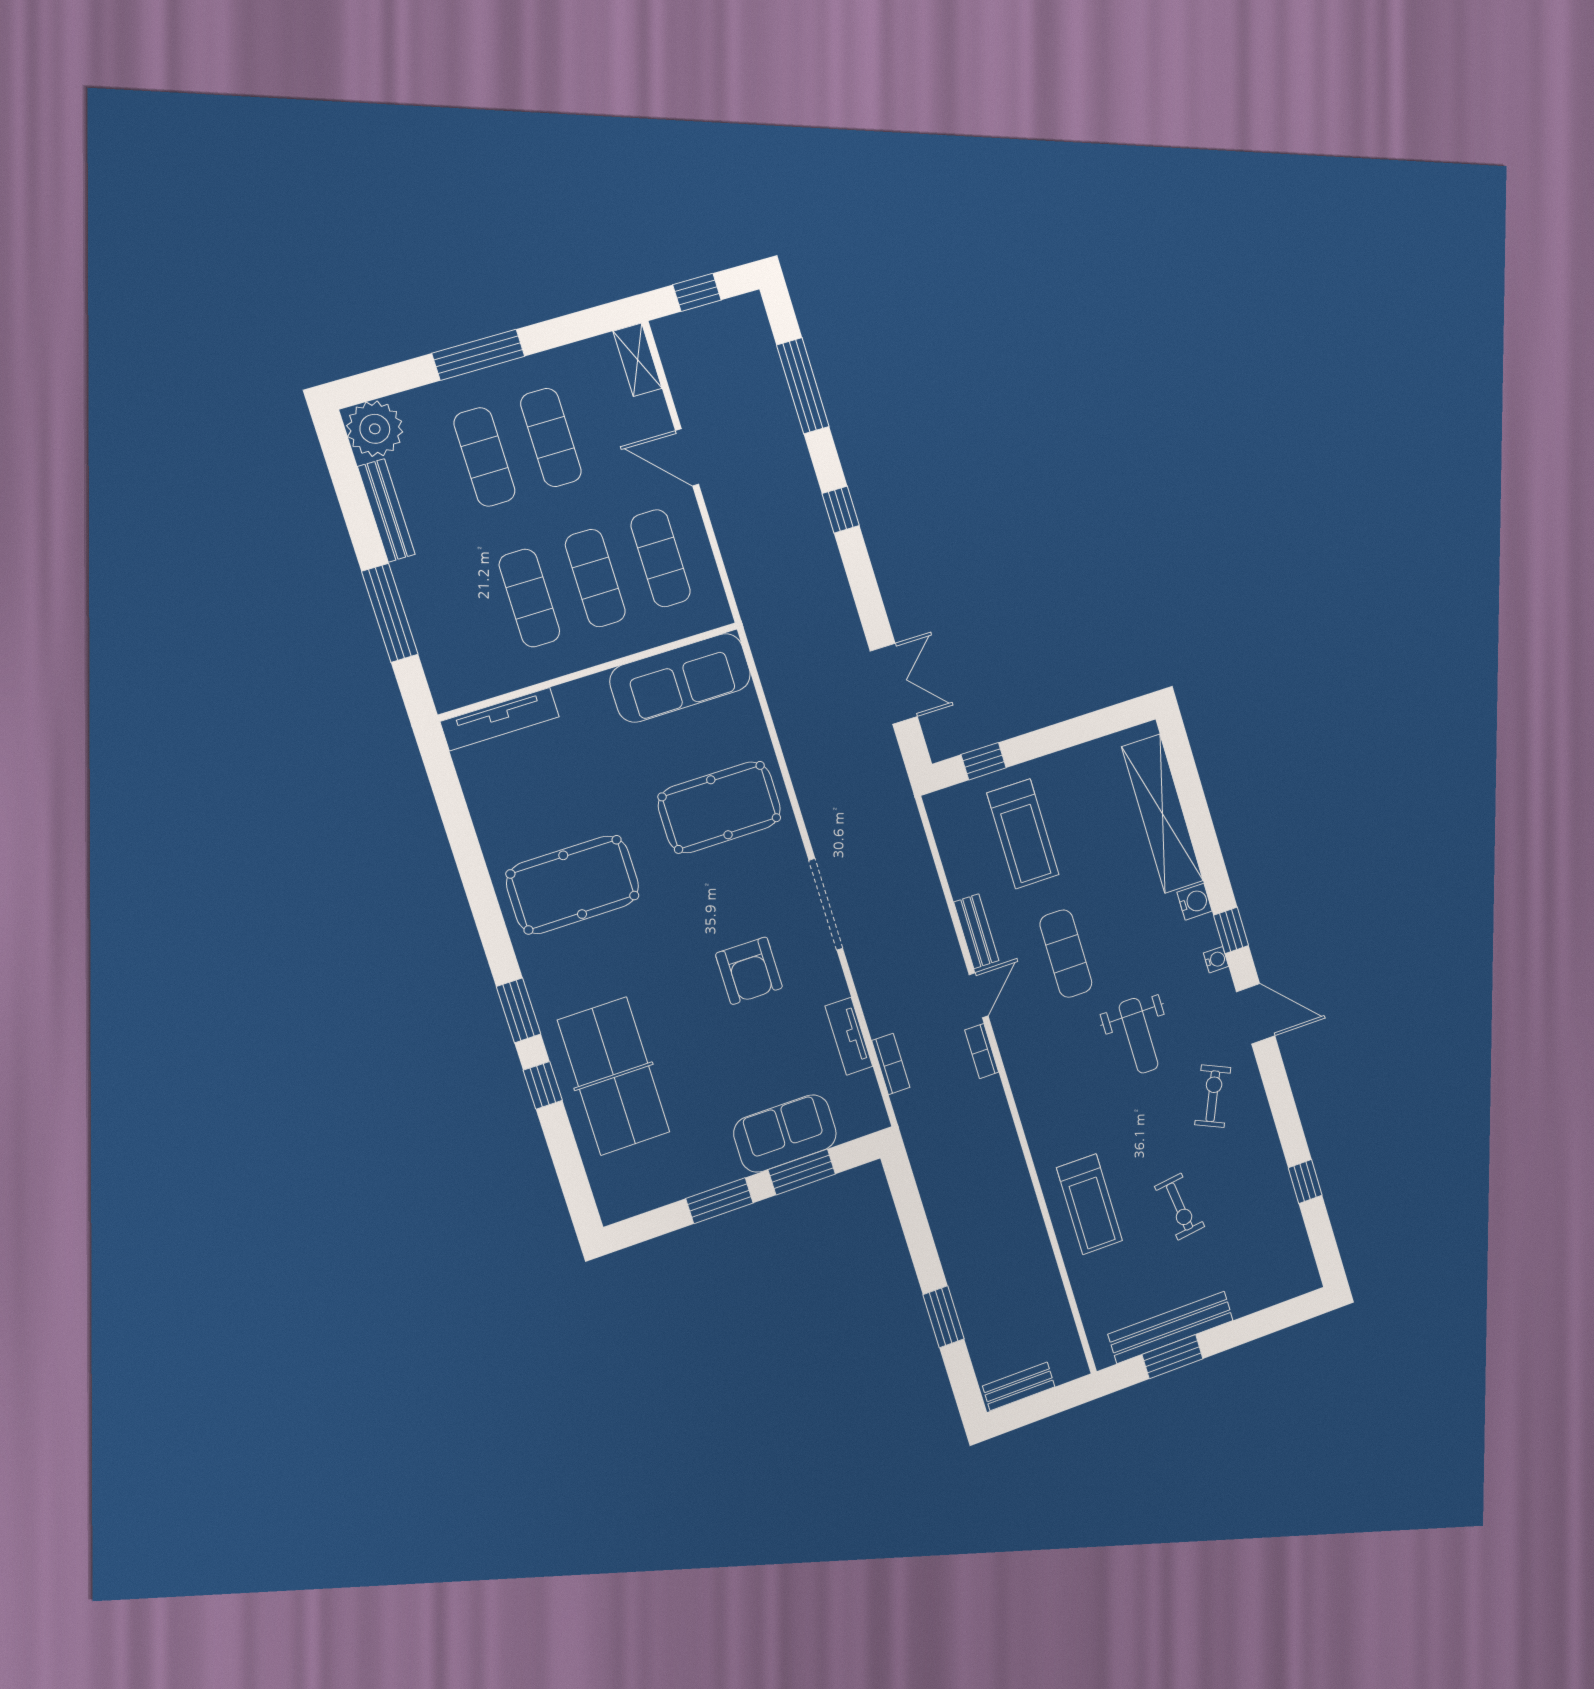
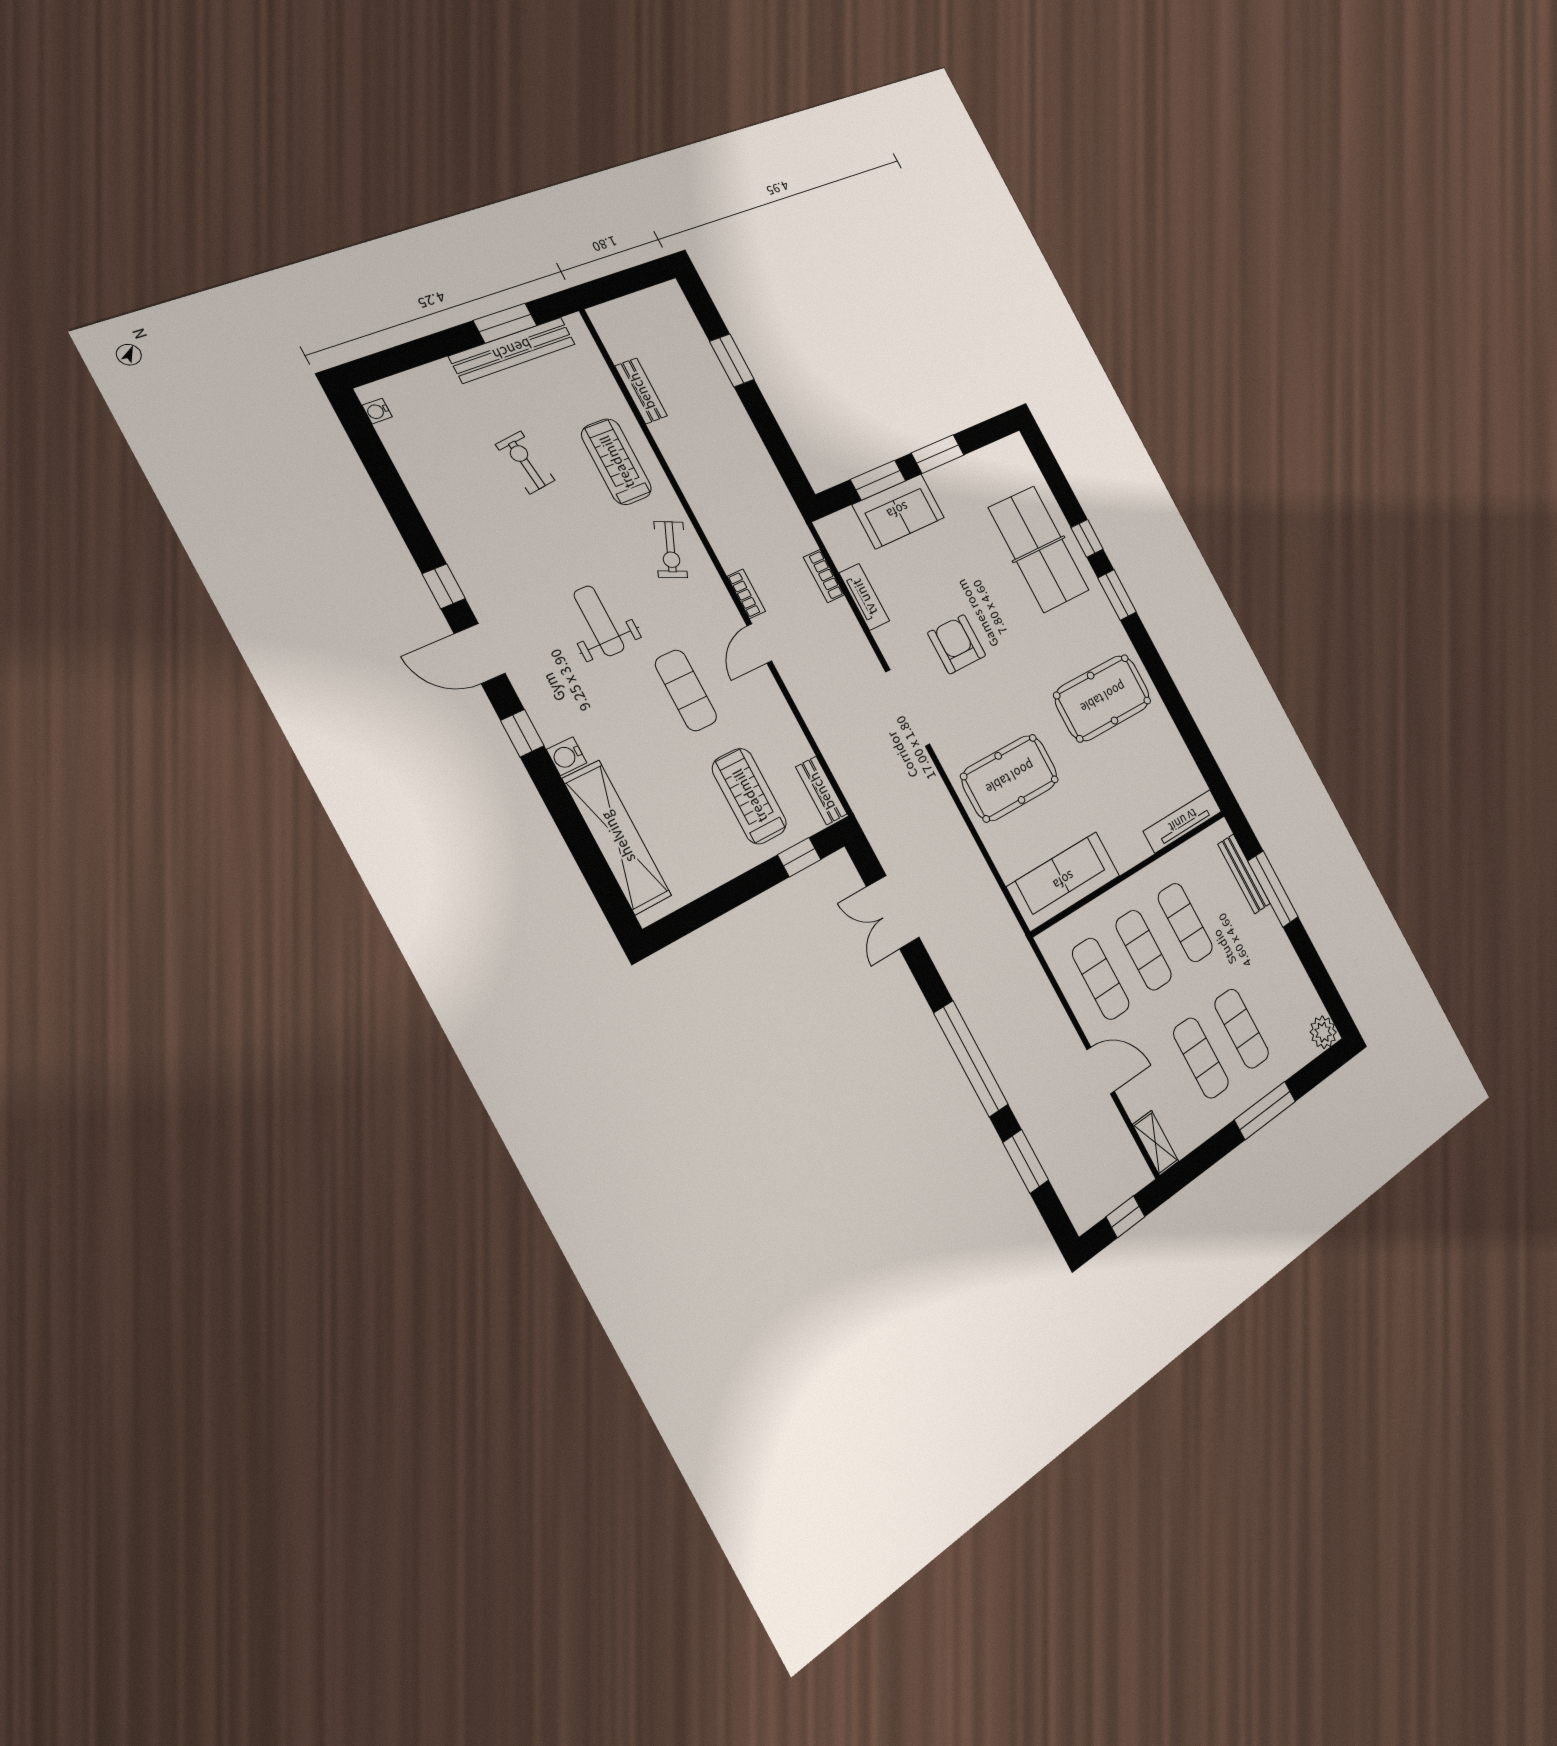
window: (803, 386) -> (1026, 1161), width x0.69
plant: (375, 429) -> (1323, 1032), width x0.73, depth x0.73
bench: (386, 510) -> (1244, 874), moved
window: (841, 510) -> (971, 1059), width x3.17
bench: (976, 931) -> (821, 791), moved
water cooler: (1216, 960) -> (377, 411), moved
exercise bike: (1213, 1096) -> (671, 550), moved
window: (1305, 1182) -> (444, 586), moved
bench: (1019, 1386) -> (641, 391), moved, turned 90

